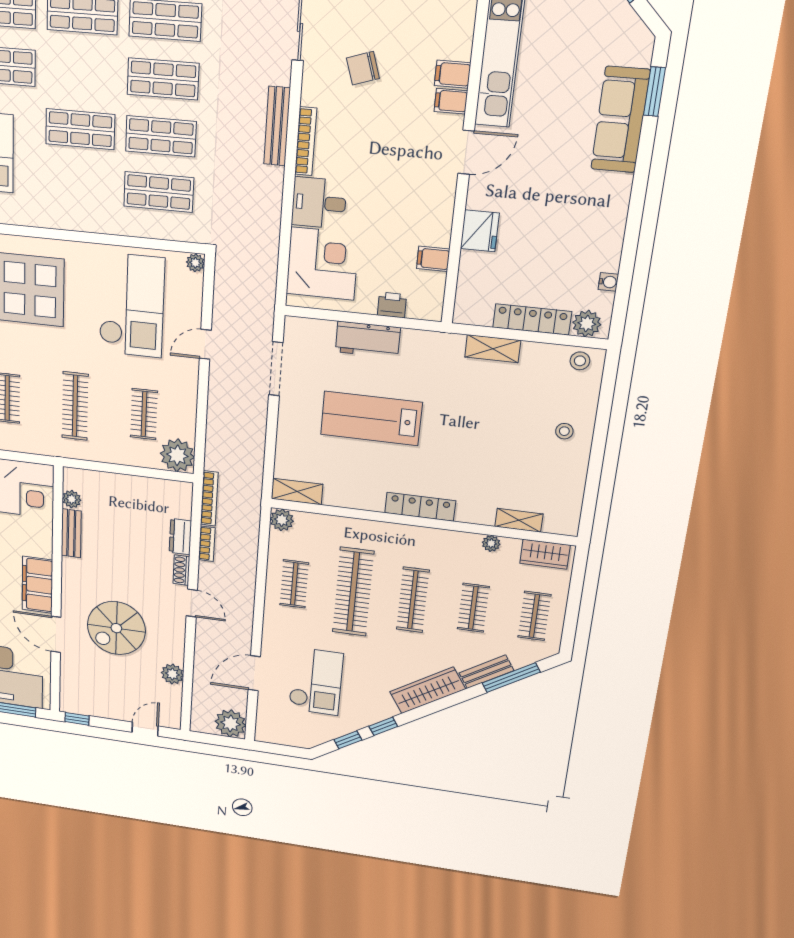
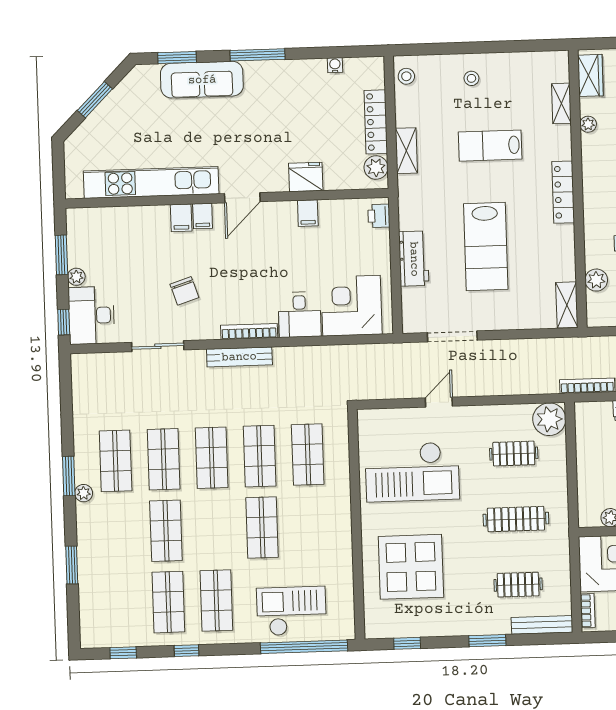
door: (466, 152) -> (242, 198), swing flipped
window: (639, 192) -> (257, 55), added
filing cabinet: (433, 259) -> (308, 213), moved
plant: (195, 263) -> (366, 417), removed
checkout: (132, 305) -> (412, 472), turned 180
printer: (392, 305) -> (379, 216), moved
plant: (587, 324) -> (376, 168), moved
door: (205, 344) -> (439, 402), swing flipped
lab bench: (484, 440) -> (490, 146), added
plant: (282, 520) -> (596, 280), moved

